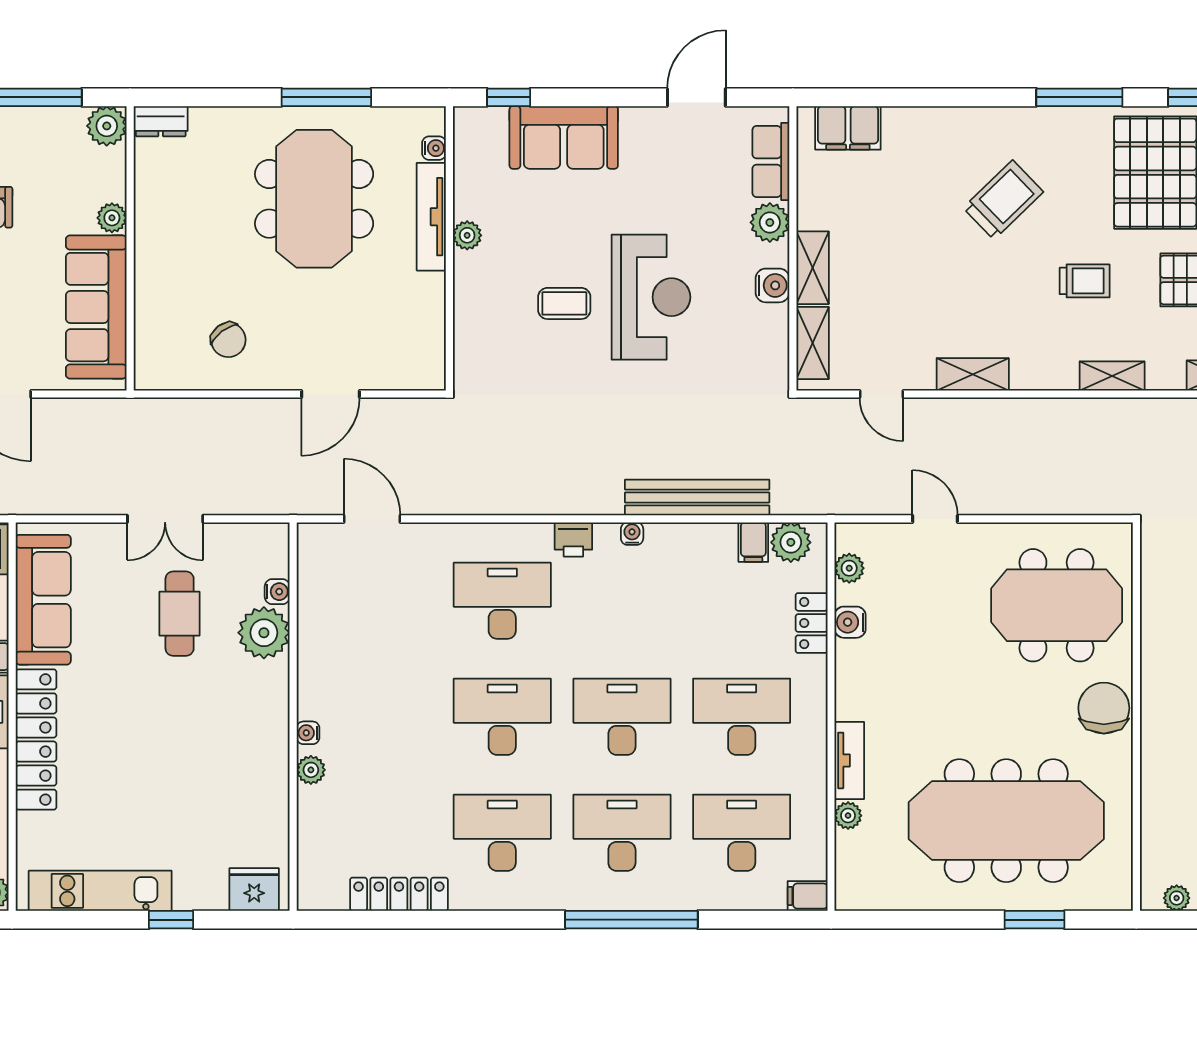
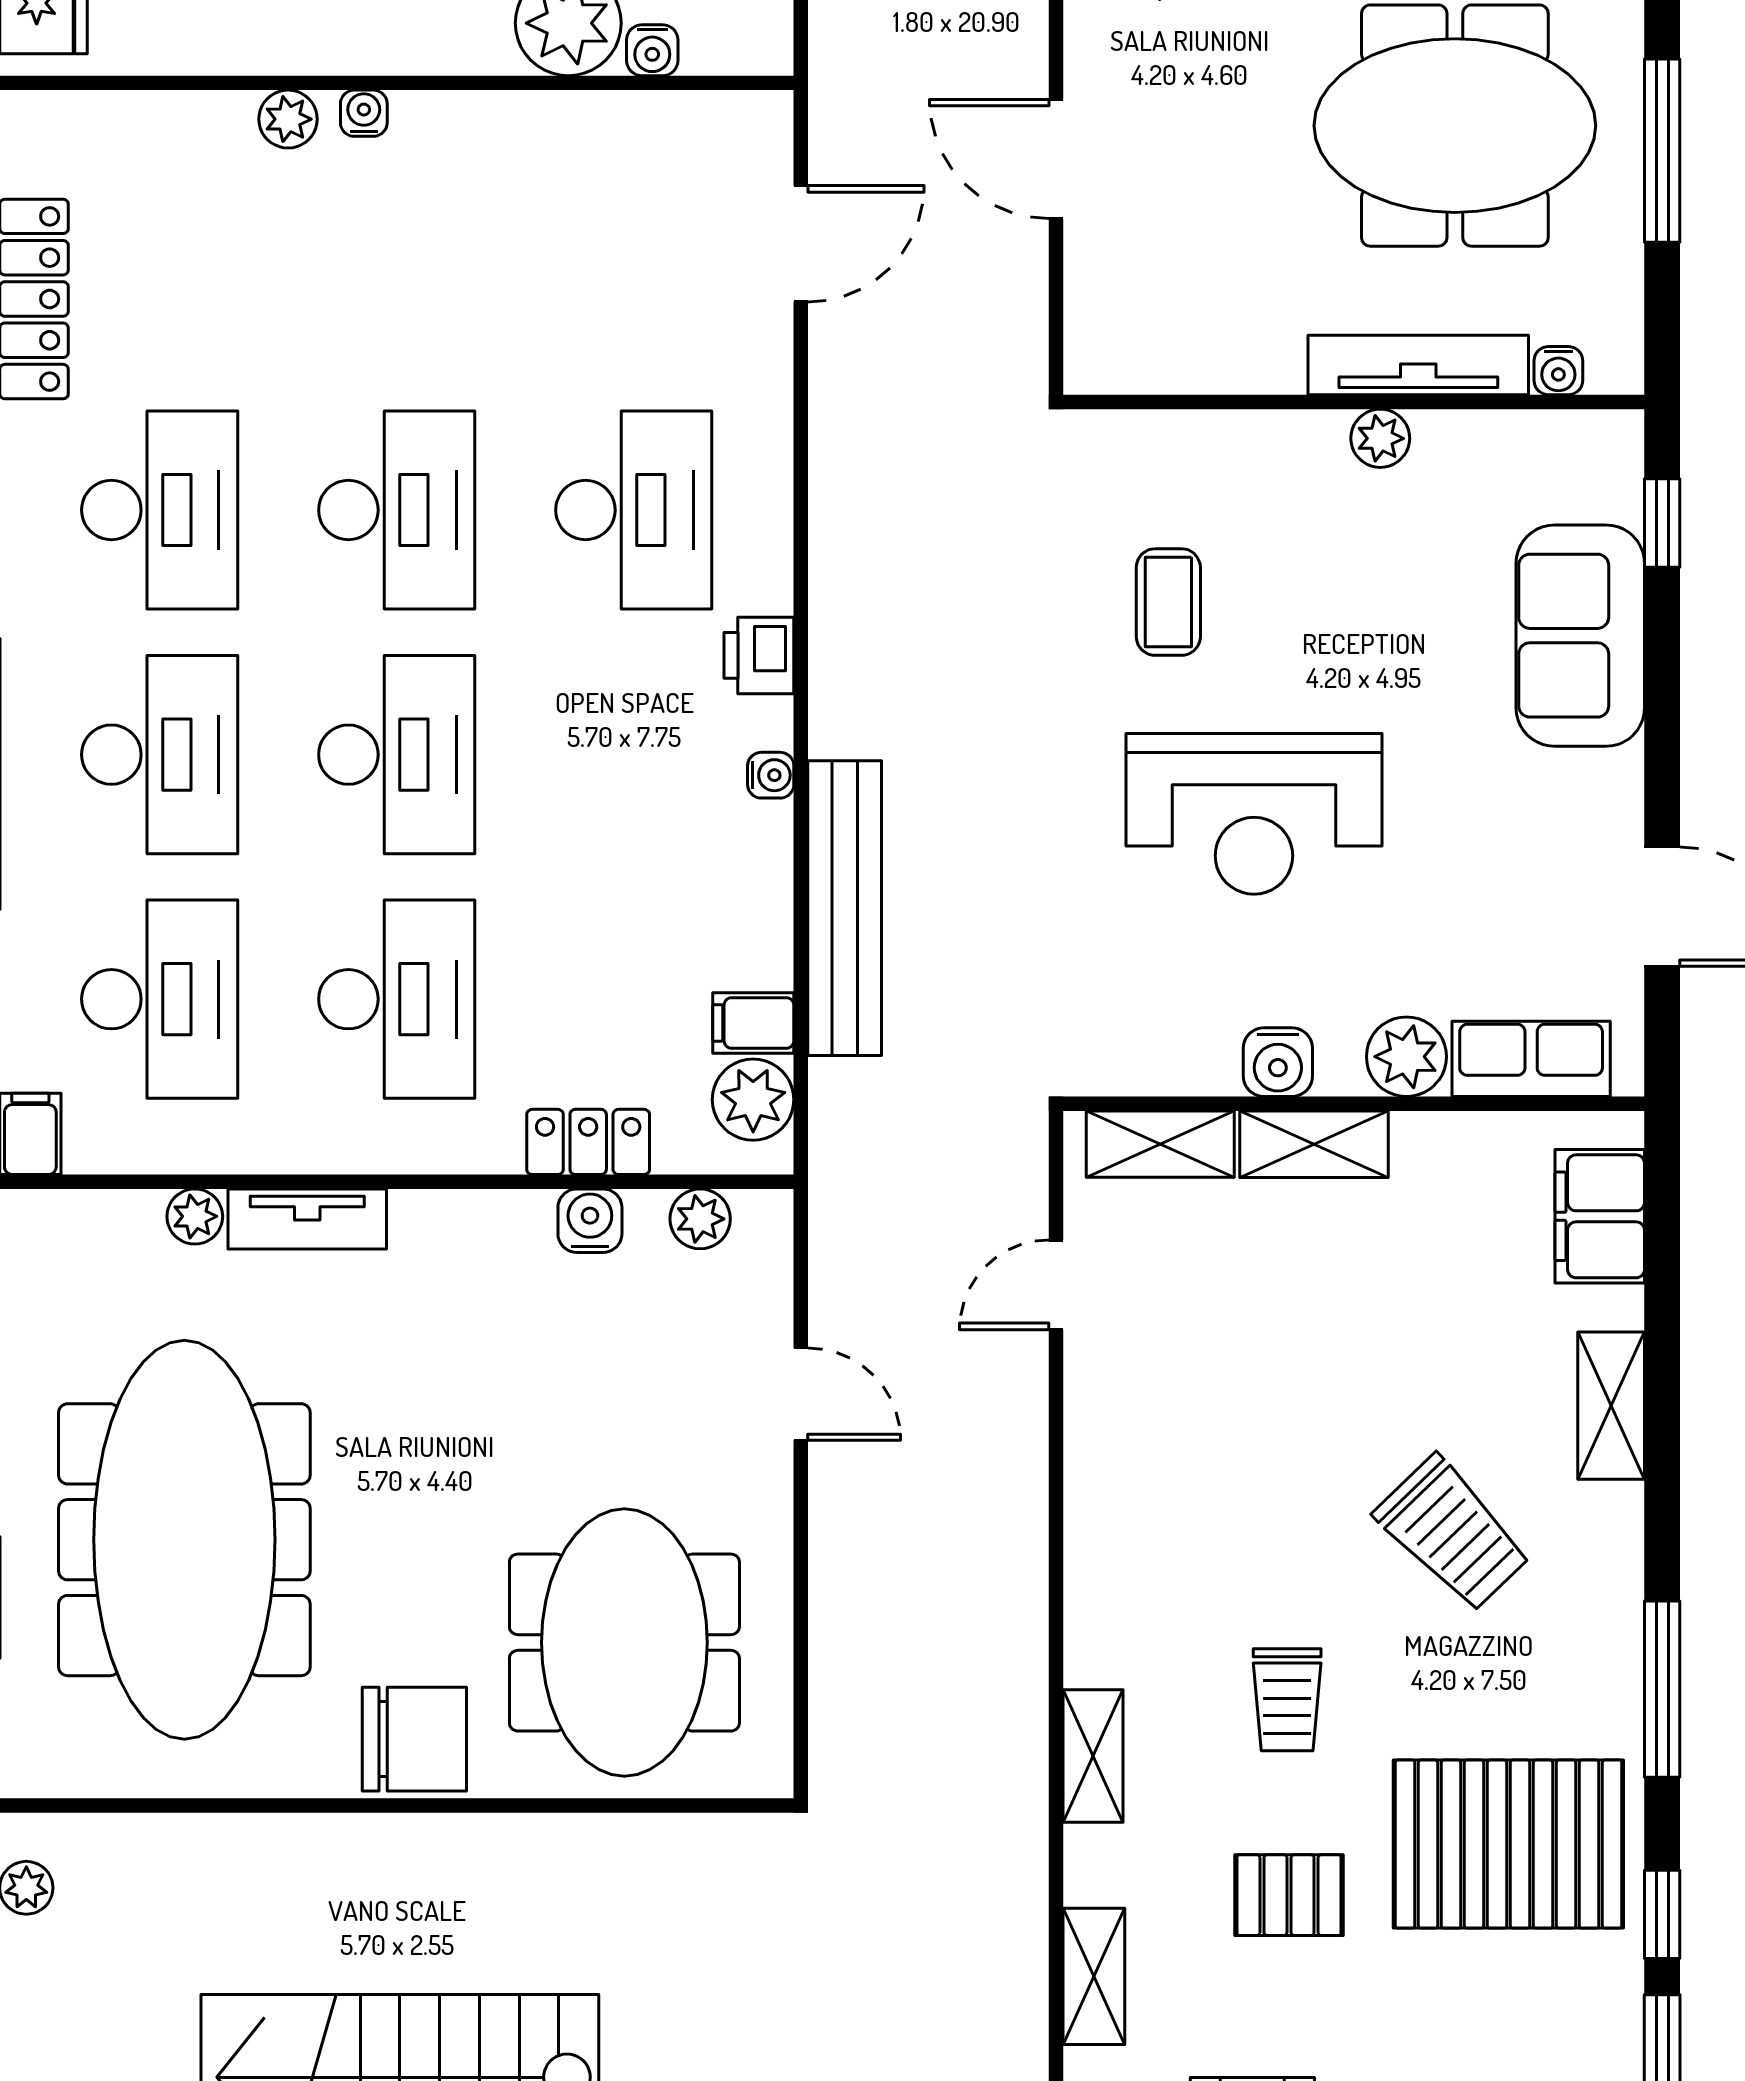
coffee table: (564, 303) -> (1168, 602), moved
shelving: (973, 374) -> (1611, 1406), moved
door: (935, 519) -> (801, 1394), hinge flipped

